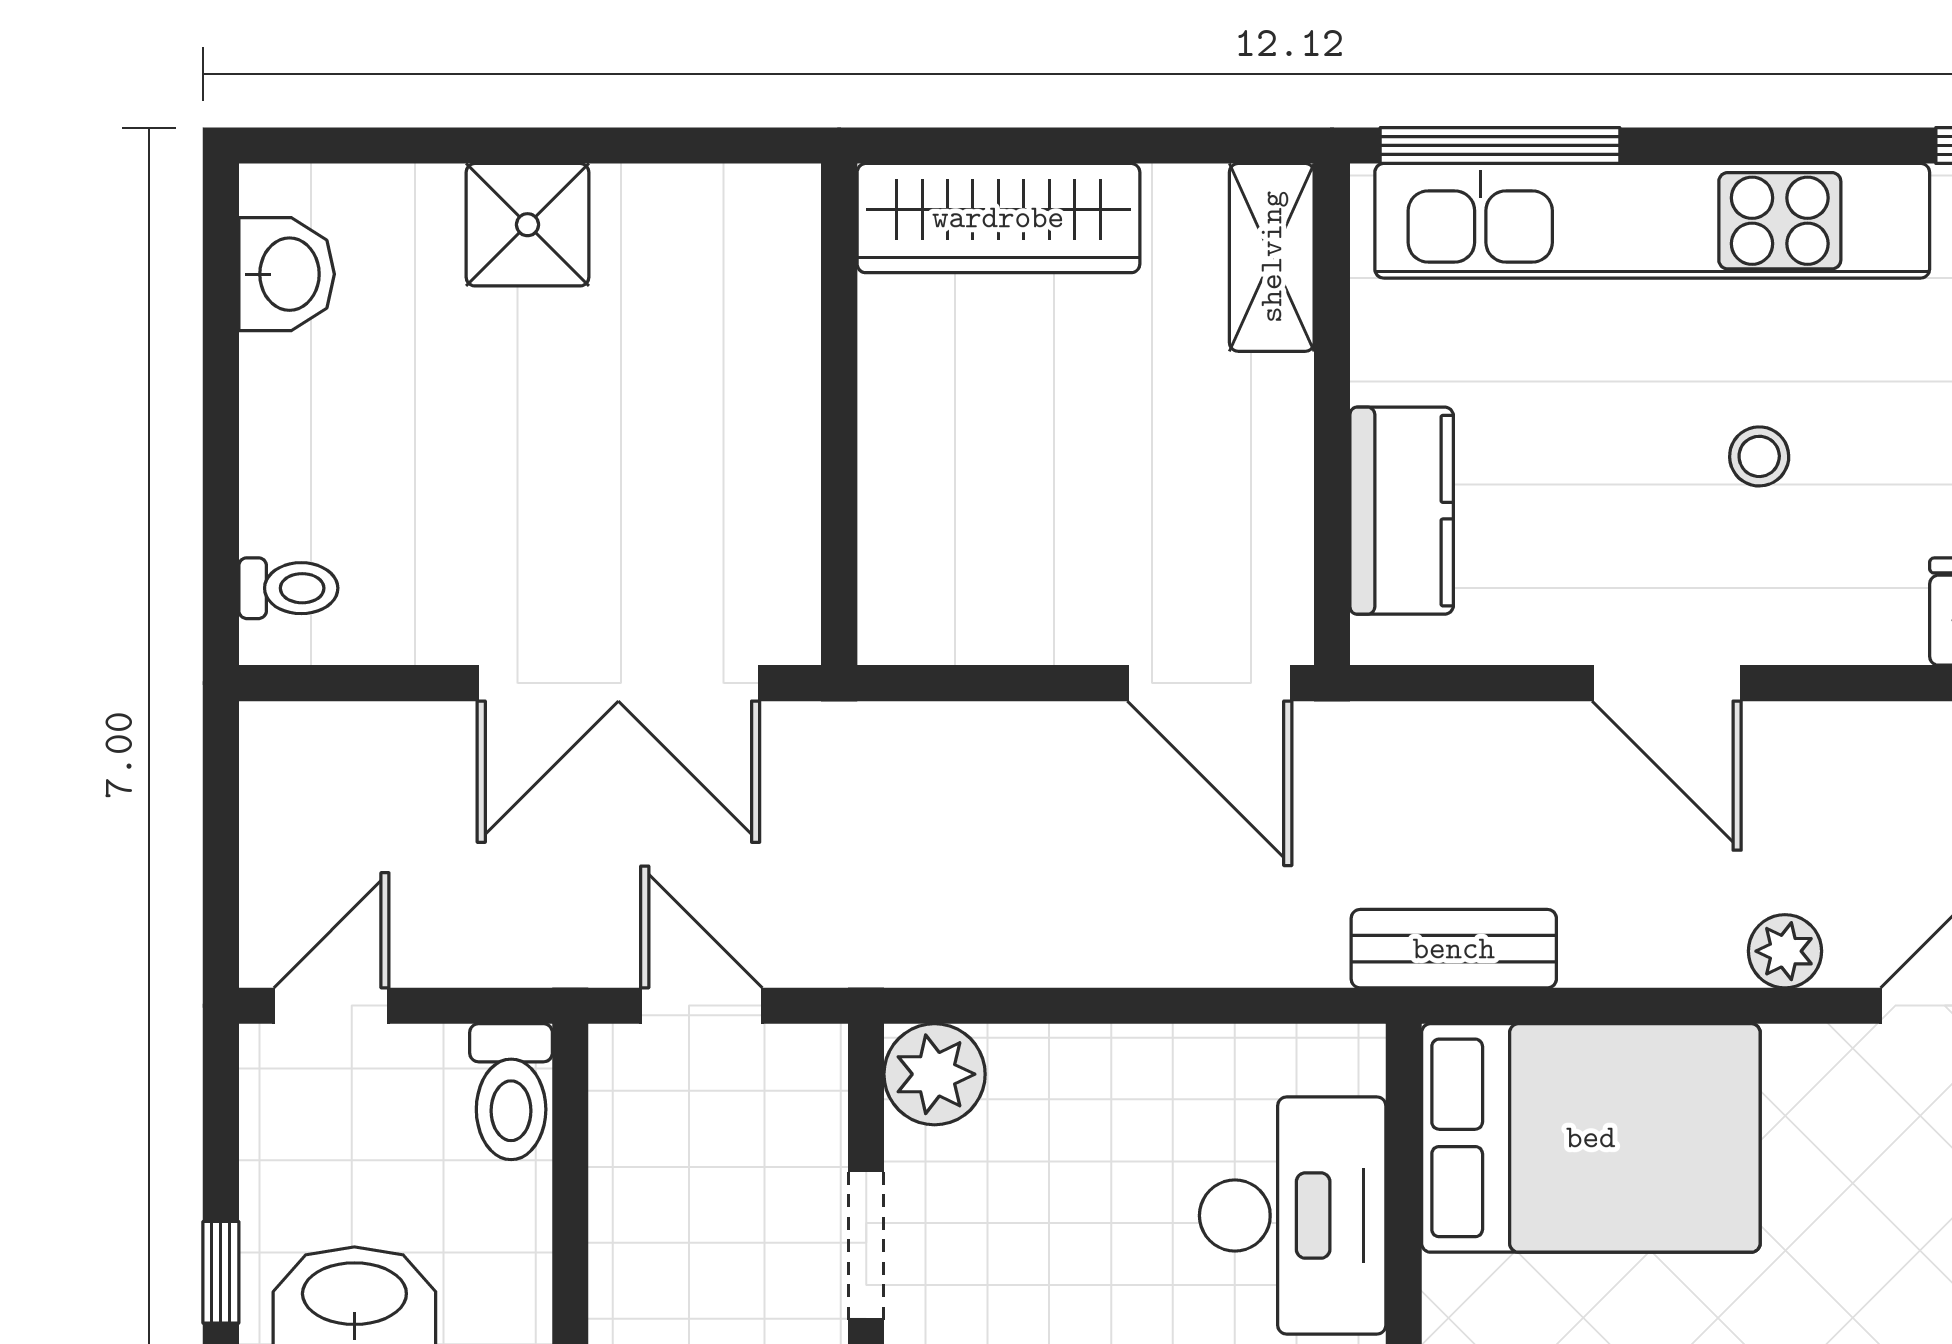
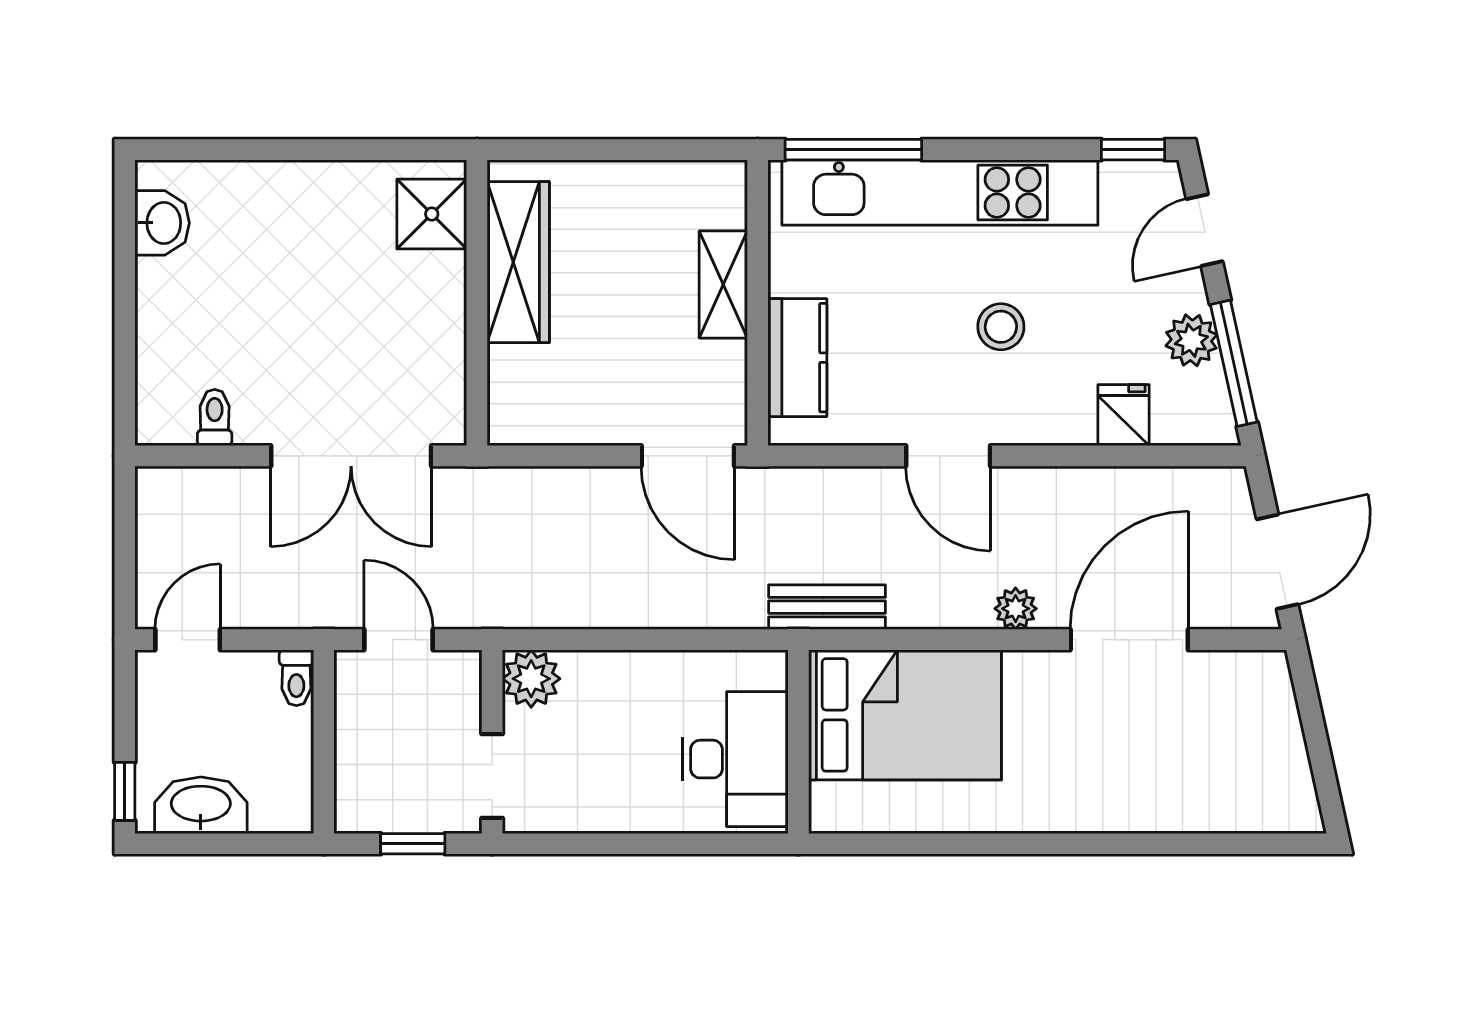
wardrobe: (998, 218) -> (518, 262), moved, turned -90
shower: (528, 225) -> (432, 214), moved
shelving: (1272, 257) -> (723, 285), moved
stool: (1759, 456) -> (1001, 327), width x1.37, depth x1.37
toilet: (288, 588) -> (215, 417), moved, turned -90
toilet: (511, 1092) -> (296, 678), width x0.73, depth x0.72

